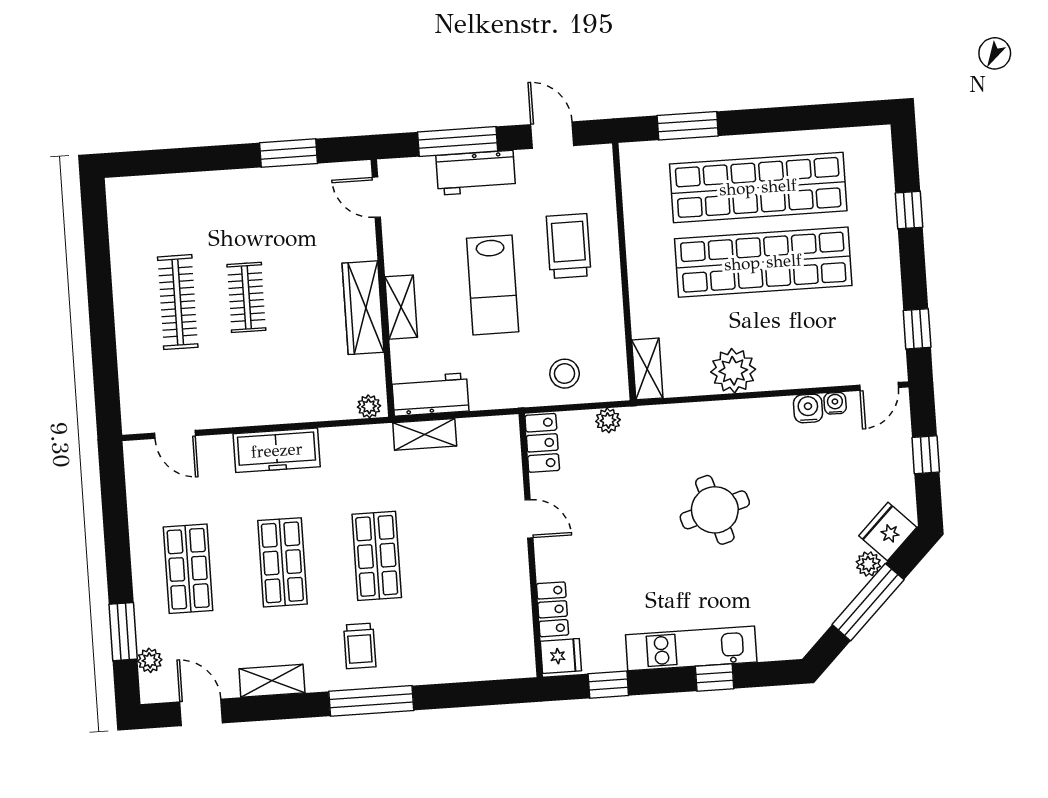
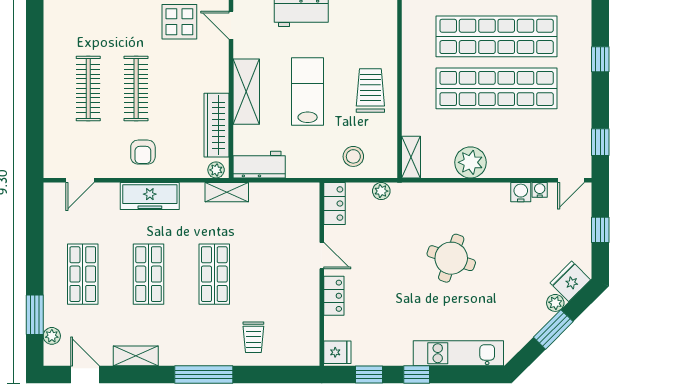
display table: (302, 197) -> (179, 22), added
trolley: (569, 246) -> (370, 91), moved
lab bench: (493, 285) -> (308, 92), turned 180
clothes rail: (246, 297) -> (136, 88), width x1.36
shelving: (401, 307) -> (246, 92), width x1.50, depth x1.33
wardrobe: (363, 308) -> (217, 125), moved
armchair: (262, 388) -> (143, 152), added
door: (175, 434) -> (80, 180), hinge flipped
shelving: (425, 434) -> (227, 192), moved
round table: (715, 510) -> (451, 258), turned 36
window: (868, 602) -> (553, 329), width x0.69
locker: (553, 609) -> (334, 296), moved
trolley: (360, 646) -> (253, 337), moved
kitchen unit: (691, 648) -> (458, 353), moved
window: (715, 677) -> (417, 374), moved

